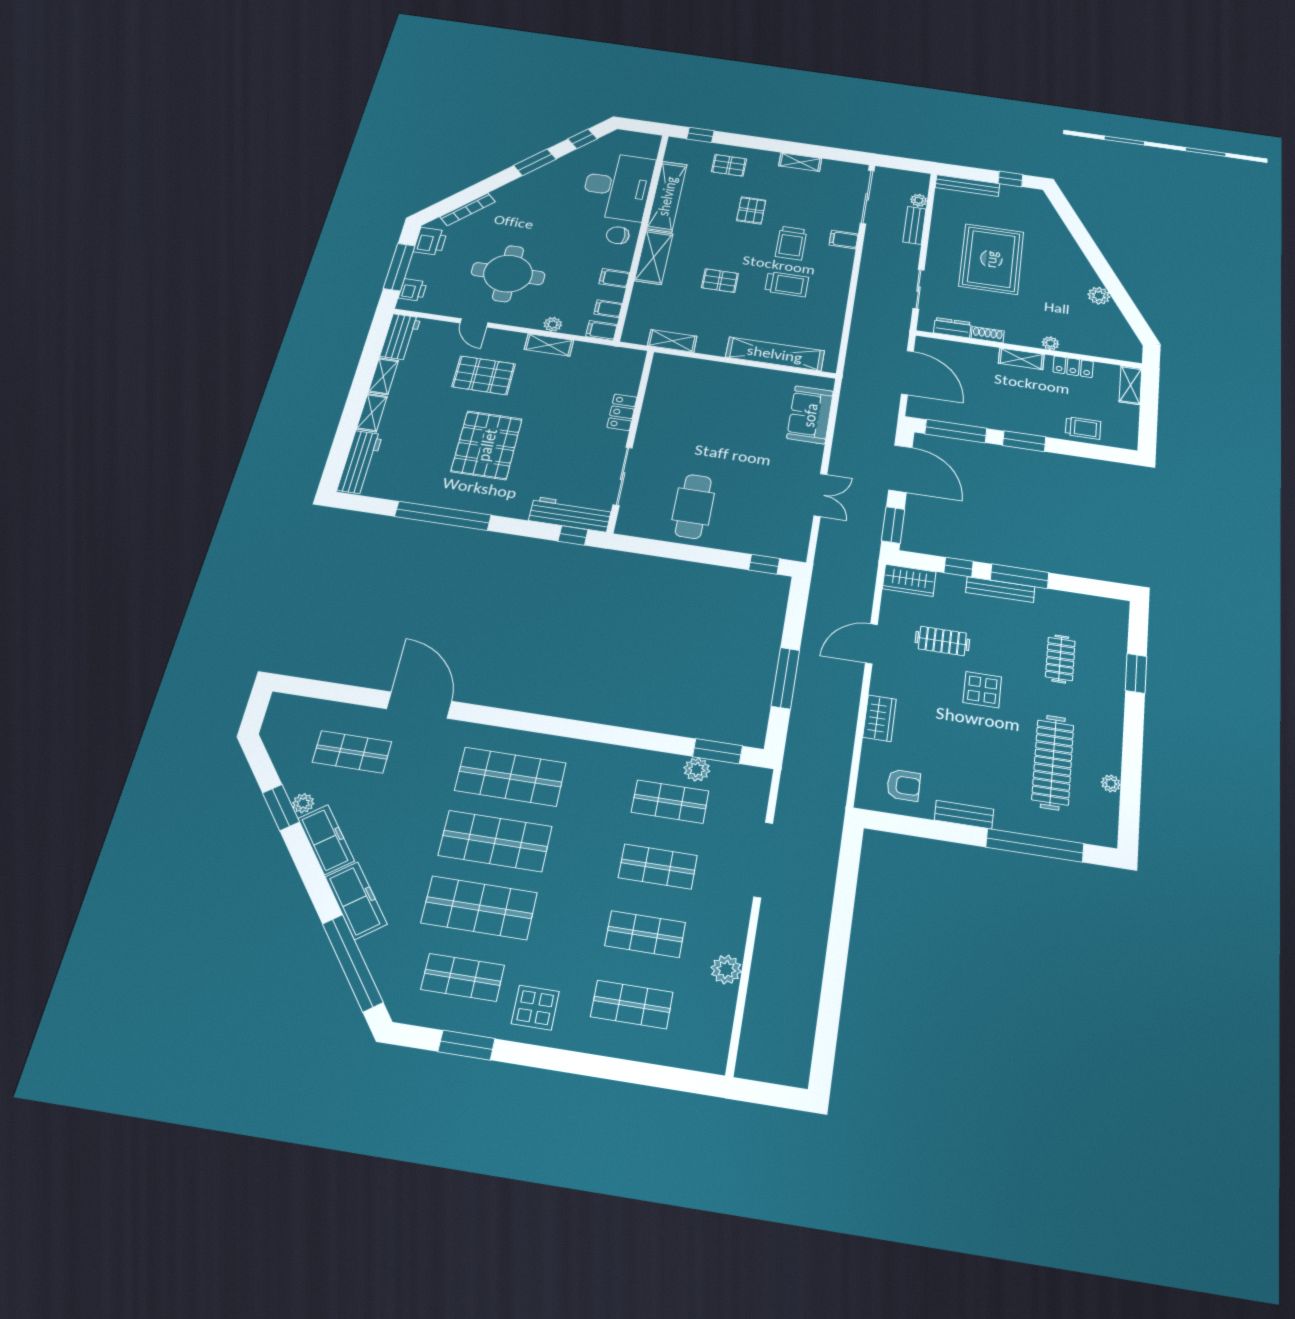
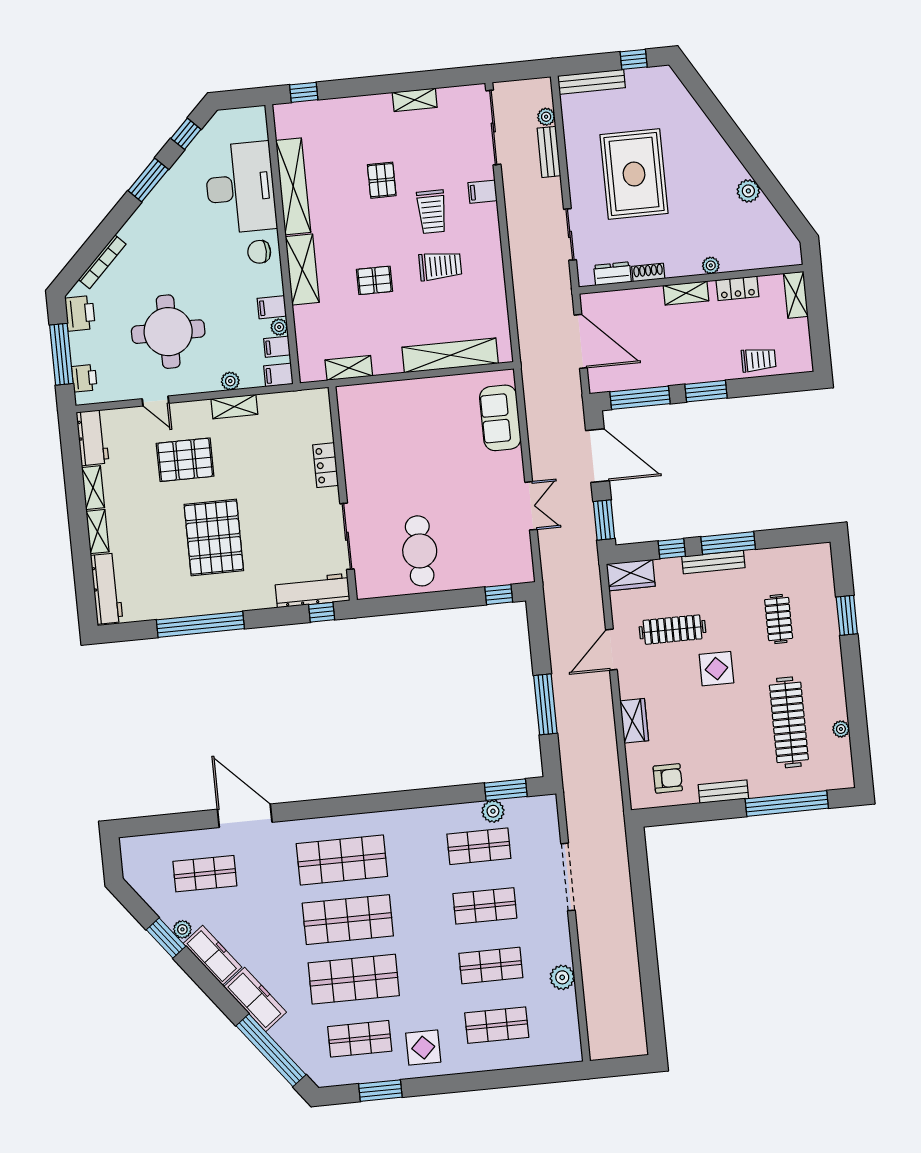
pallet: (729, 165) -> (344, 126), removed
plant: (616, 294) -> (279, 327), added
clothes rail: (942, 641) -> (673, 630), width x1.36

